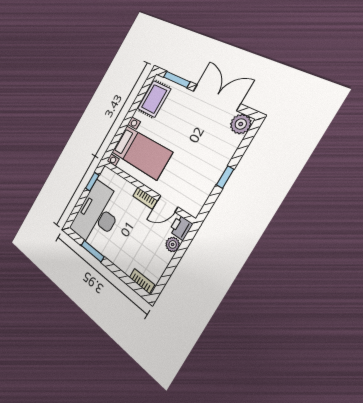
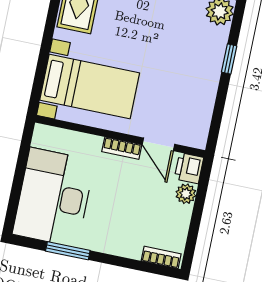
window: (225, 177) -> (229, 59), moved
window: (92, 182) -> (24, 154), removed
door: (168, 204) -> (159, 144), hinge flipped

